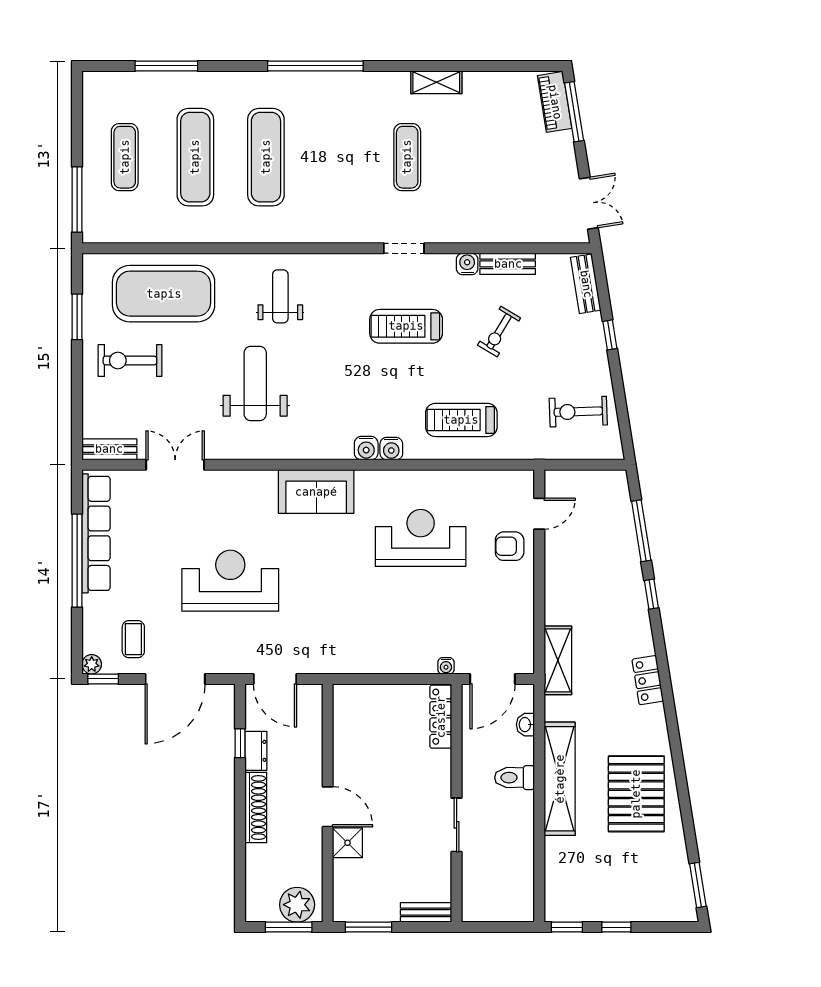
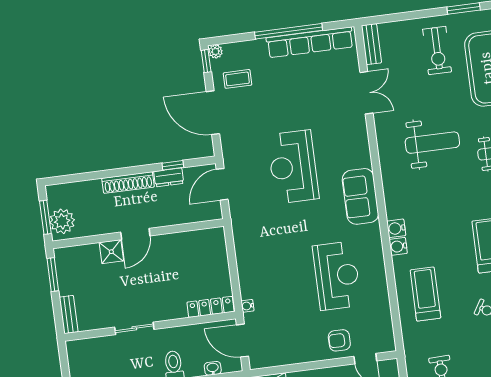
exercise bike: (130, 361) -> (437, 51), turned 180
armchair: (510, 546) -> (339, 340), turned -90
reception desk: (230, 581) -> (293, 167), moved, turned 180

